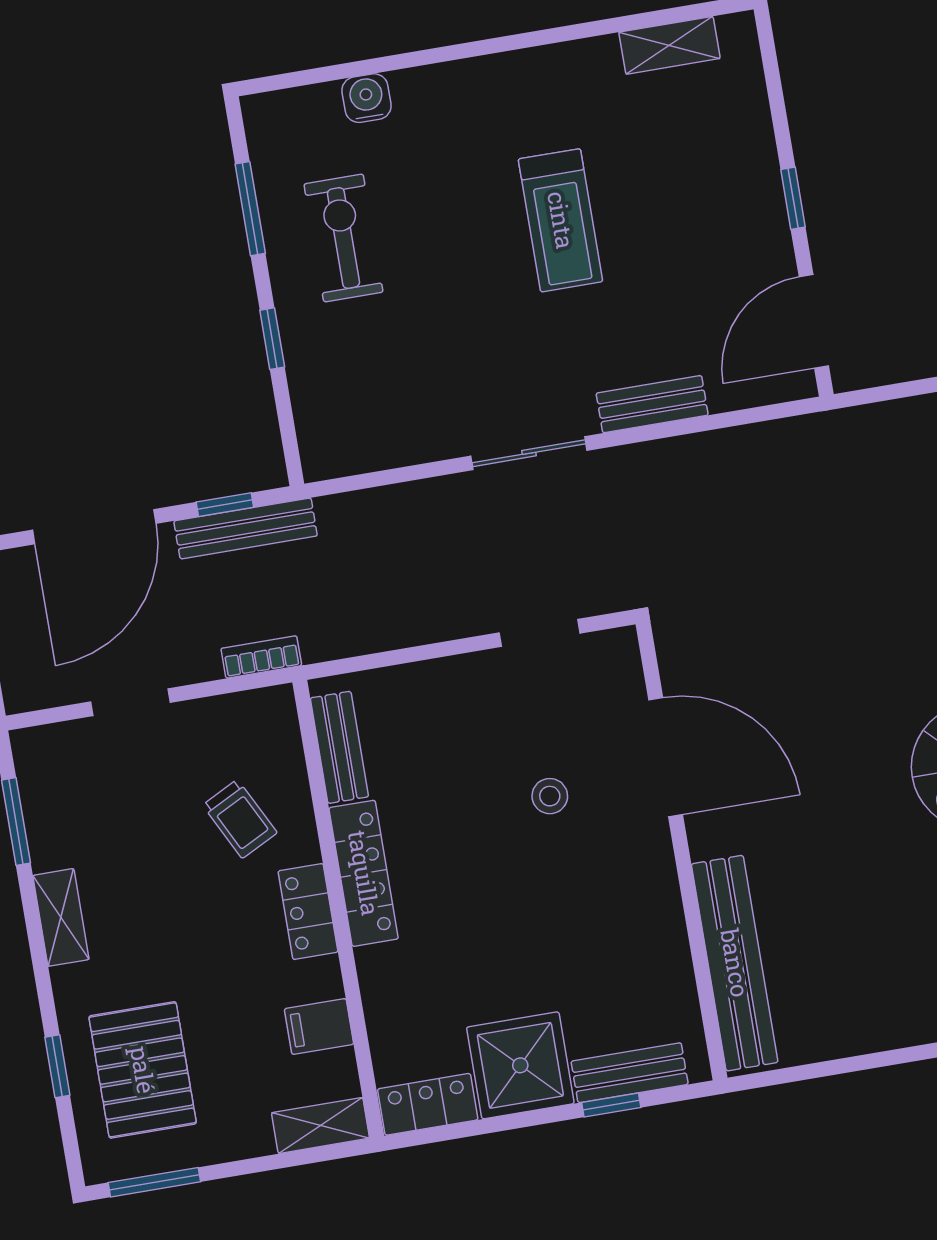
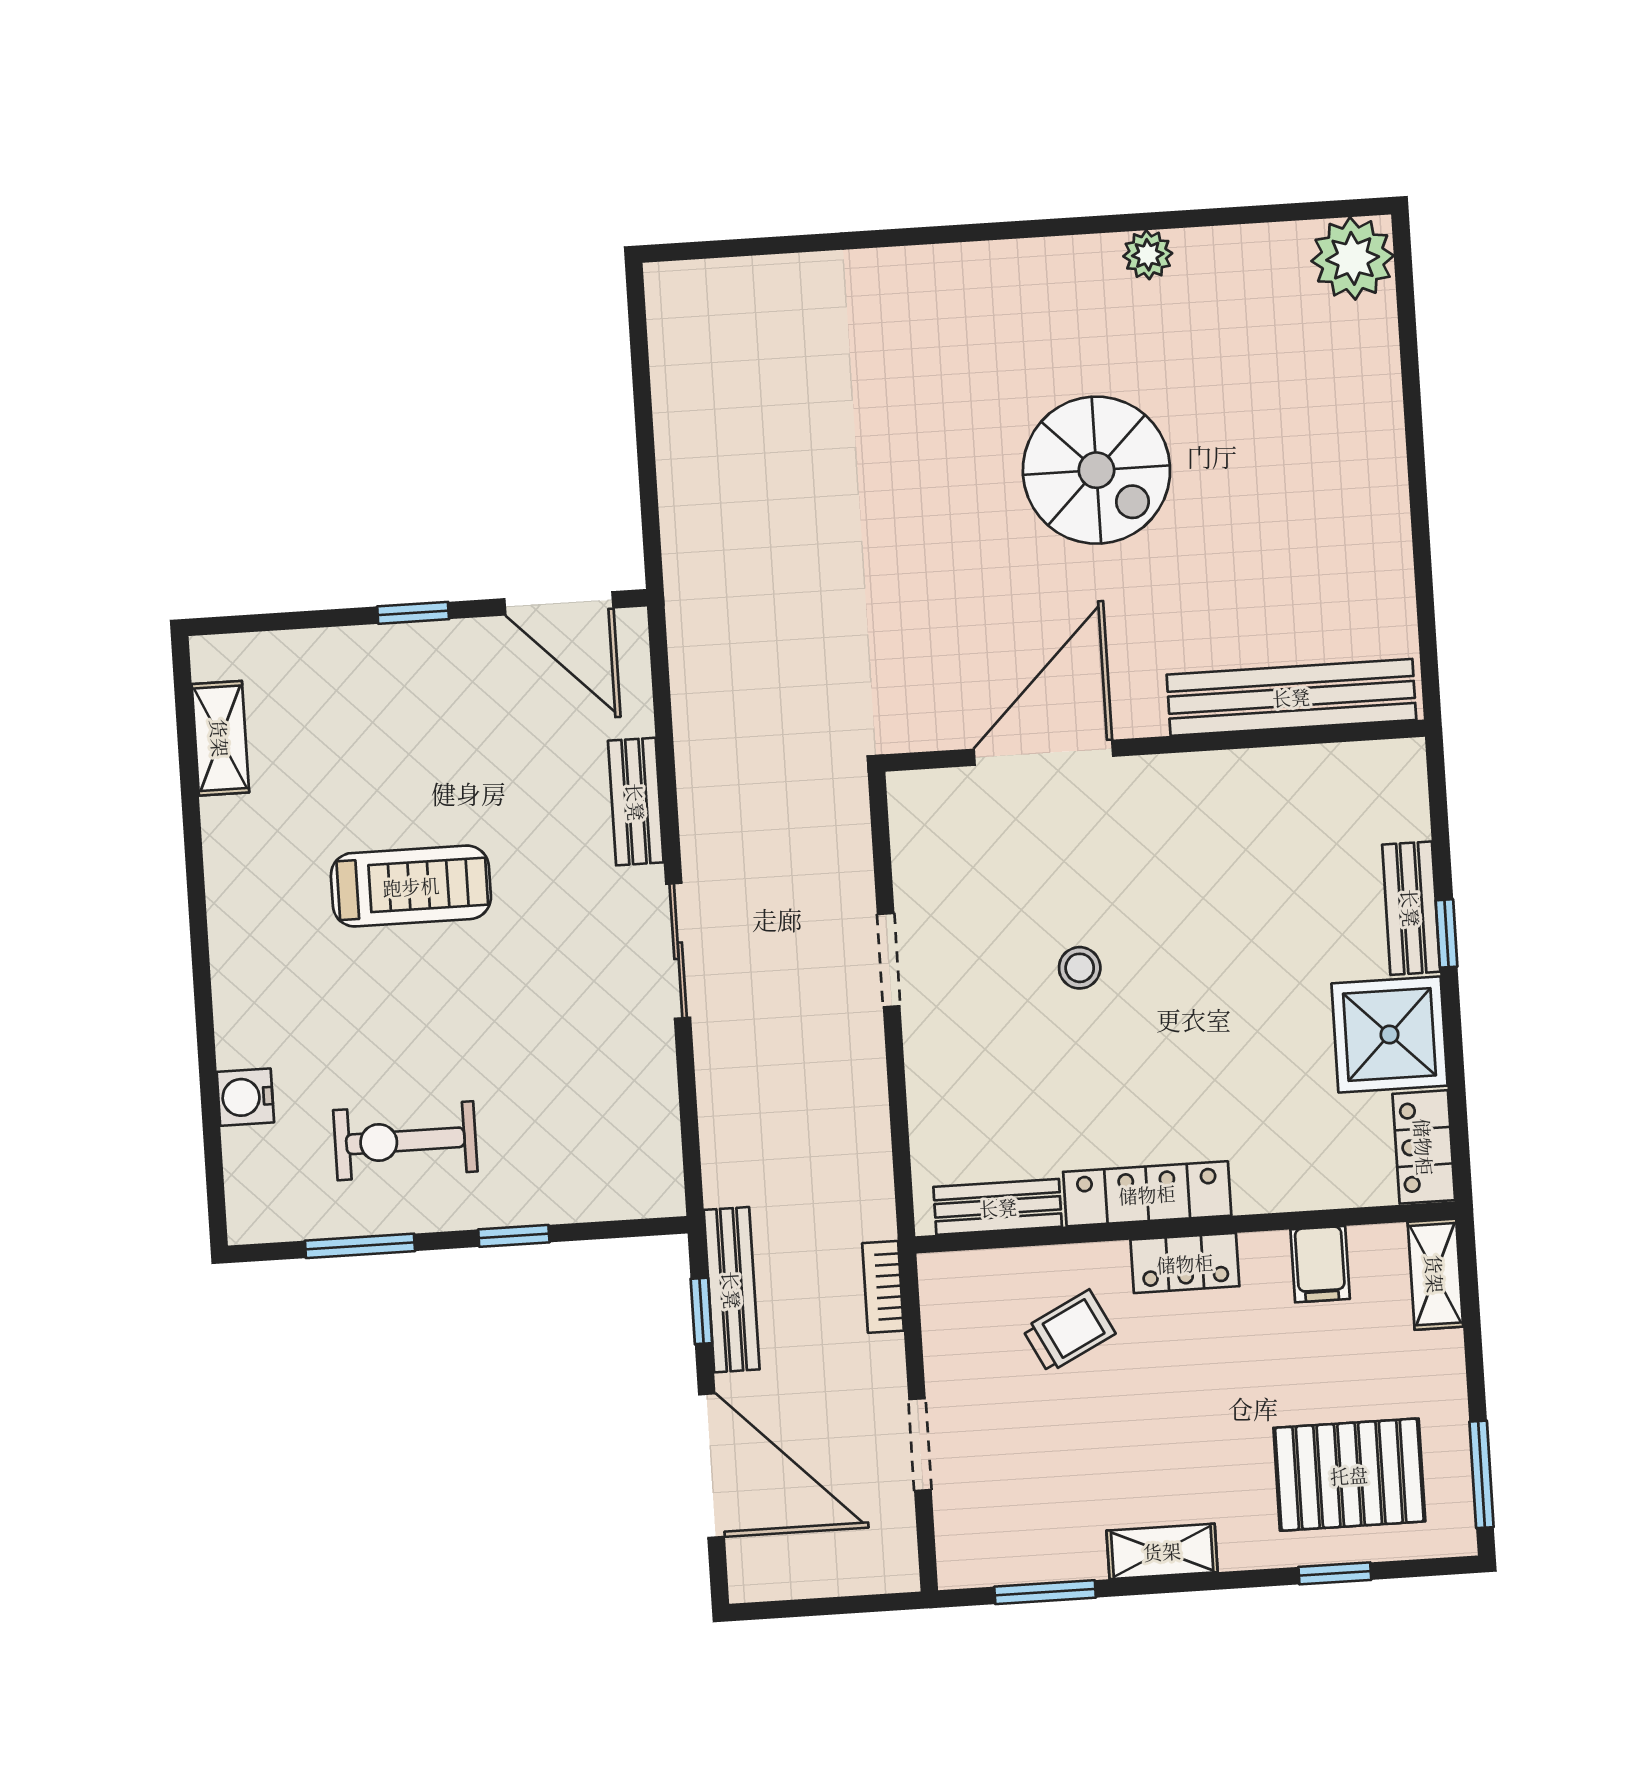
door: (666, 757) -> (1043, 753), moved
wall: (682, 851) -> (1155, 746), moved
bench: (735, 963) -> (1291, 697), moved

